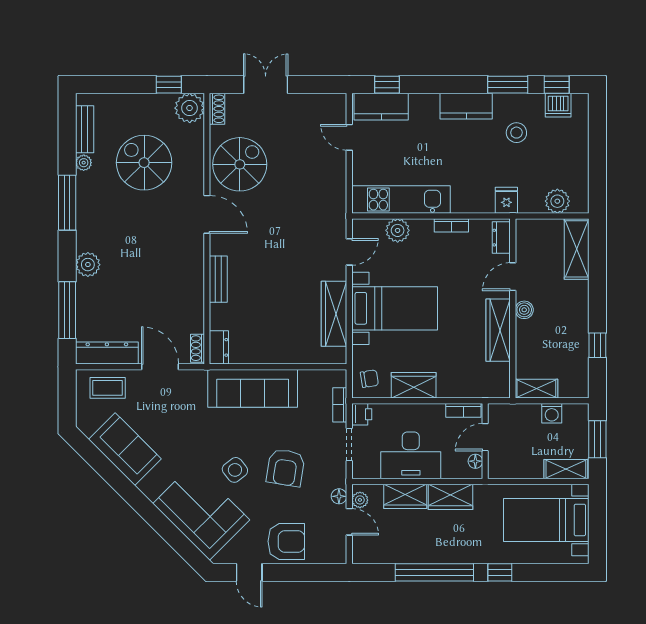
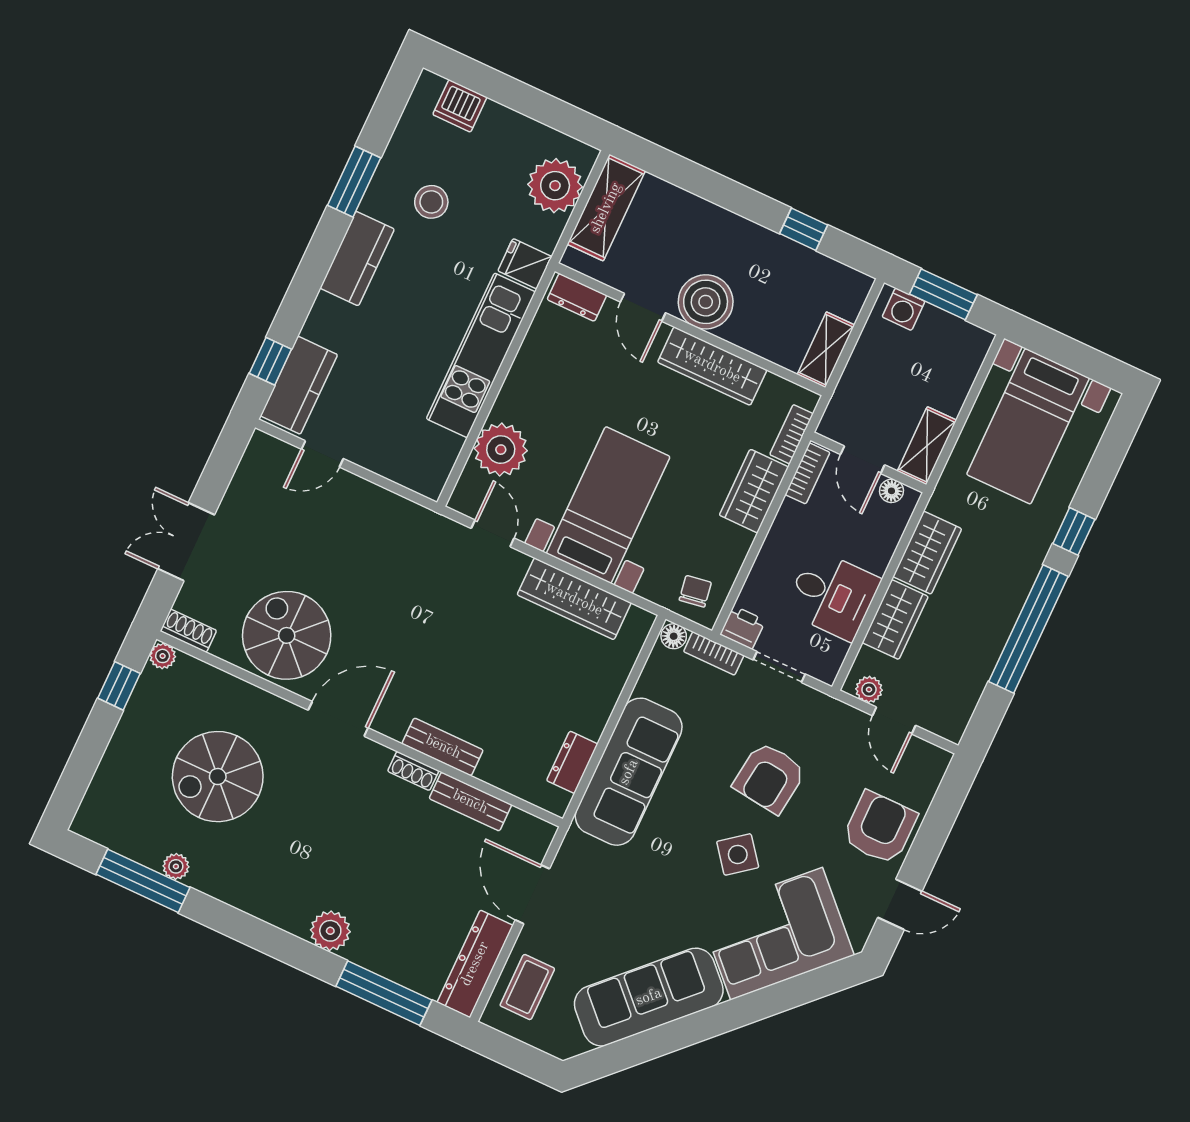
window: (557, 85) -> (388, 109), removed
dishwasher: (558, 105) -> (460, 106), moved, turned 90
plant: (190, 108) -> (163, 656), width x0.53, depth x0.53
bench: (85, 129) -> (470, 802), moved
kitchen unit: (401, 200) -> (481, 355), moved
plant: (557, 201) -> (555, 186), width x1.36, depth x1.36
window: (67, 203) -> (143, 881), moved
bookcase: (451, 225) -> (792, 434), moved, turned 180
plant: (398, 230) -> (501, 450), width x1.36, depth x1.36
shelving: (577, 249) -> (606, 208), moved, turned 90
boiler: (524, 310) -> (706, 302), width x1.86, depth x1.86
dresser: (219, 347) -> (572, 762), moved, turned -90
shoe rack: (197, 348) -> (413, 771), moved
door: (160, 367) -> (532, 894), hinge flipped
wardrobe: (414, 385) -> (754, 491), moved
washing machine: (552, 413) -> (904, 309), moved, turned 90
sofa: (125, 449) -> (649, 997), width x1.36
desk: (411, 455) -> (832, 595), width x0.73
armchair: (286, 468) -> (769, 778), turned 88
shelving: (566, 469) -> (927, 446), moved
floor lamp: (339, 496) -> (674, 636), moved
door: (349, 522) -> (894, 720), swing flipped

